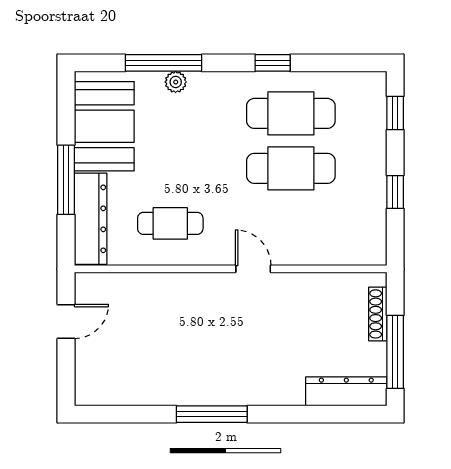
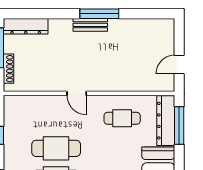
window: (66, 180) -> (179, 125), moved
bench: (228, 394) -> (90, 25), added

